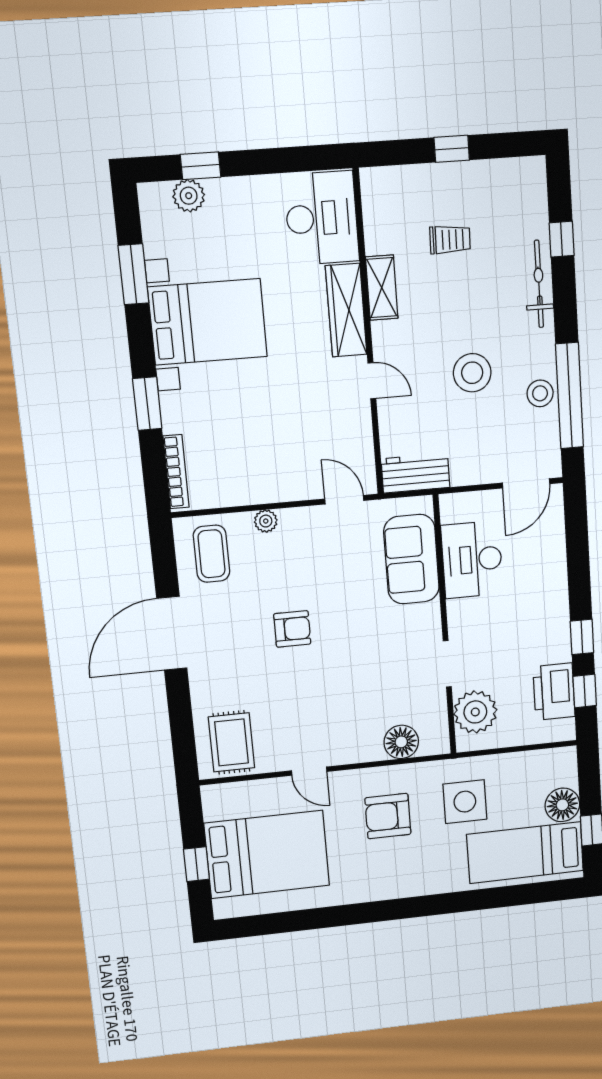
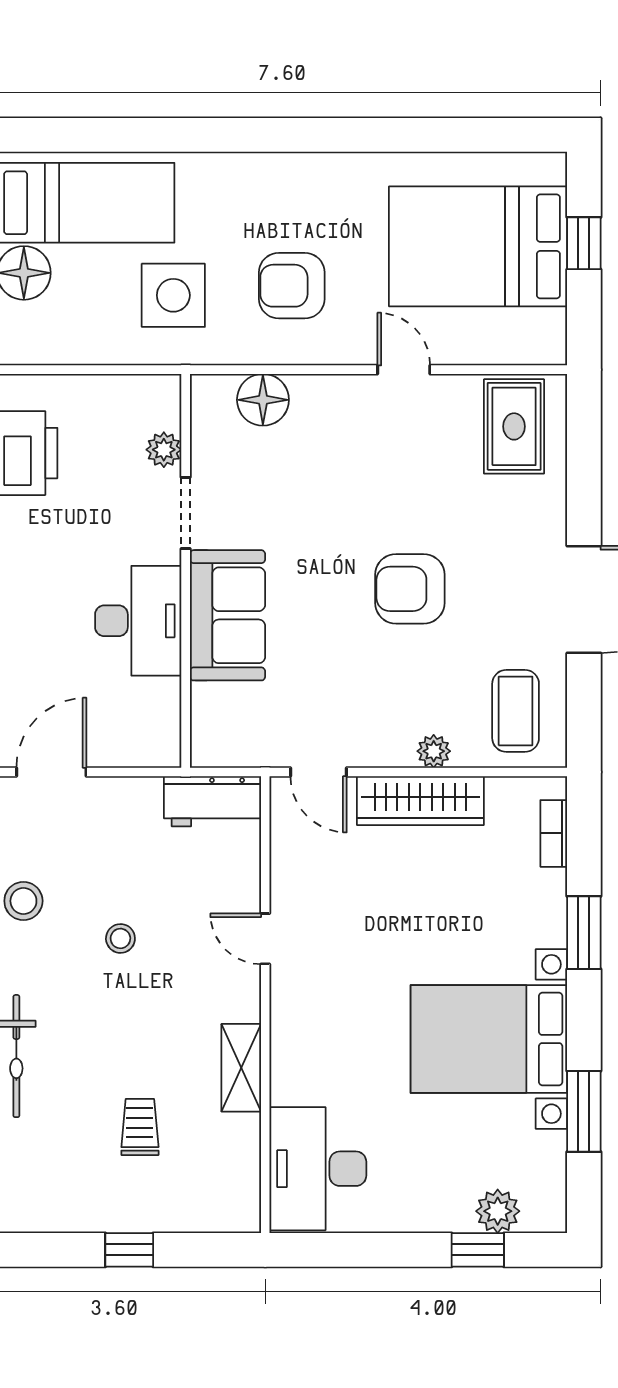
trolley: (450, 240) -> (140, 1127), turned 89
wardrobe: (346, 310) -> (420, 801), moved, turned 90
stool: (472, 373) -> (120, 938), width x0.53, depth x0.53
bookcase: (176, 472) -> (554, 833), width x0.64
sofa: (411, 559) -> (227, 615), moved
desk: (472, 560) -> (138, 621), moved
armchair: (292, 629) -> (410, 589), width x1.38, depth x1.38
plant: (475, 712) -> (164, 450), width x0.53, depth x0.53
armchair: (388, 816) -> (292, 286), turned 180

